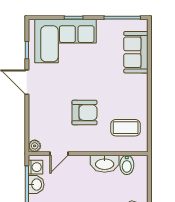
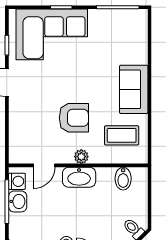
sofa: (136, 52) -> (134, 89), moved
plant: (35, 146) -> (81, 157), moved
washbasin: (105, 164) -> (79, 177), moved

